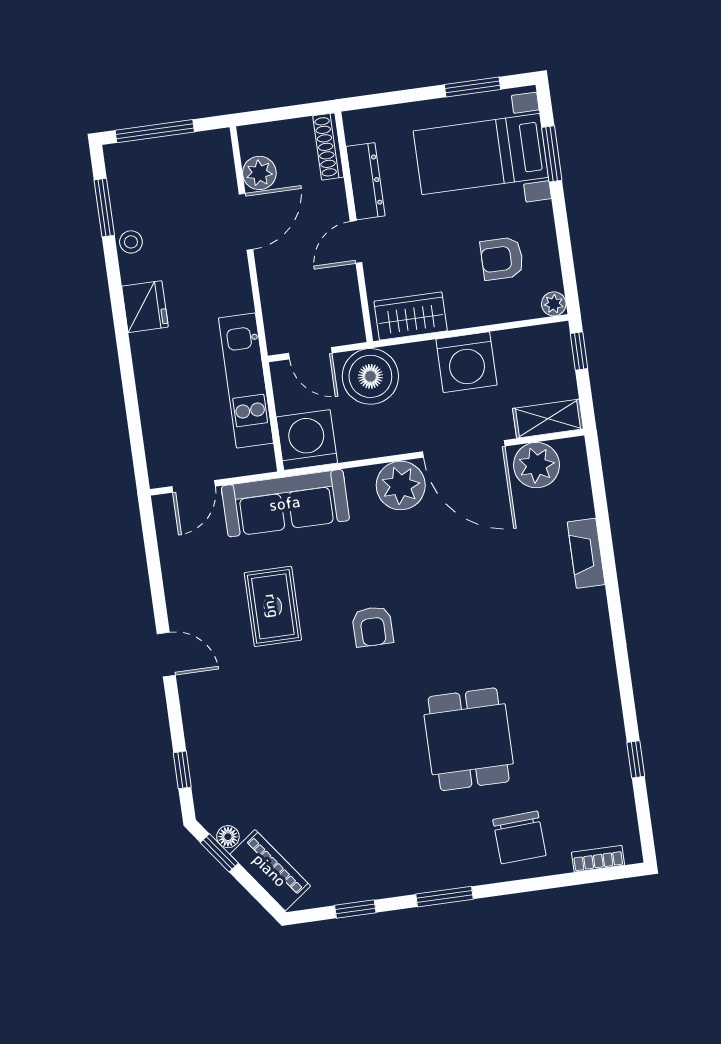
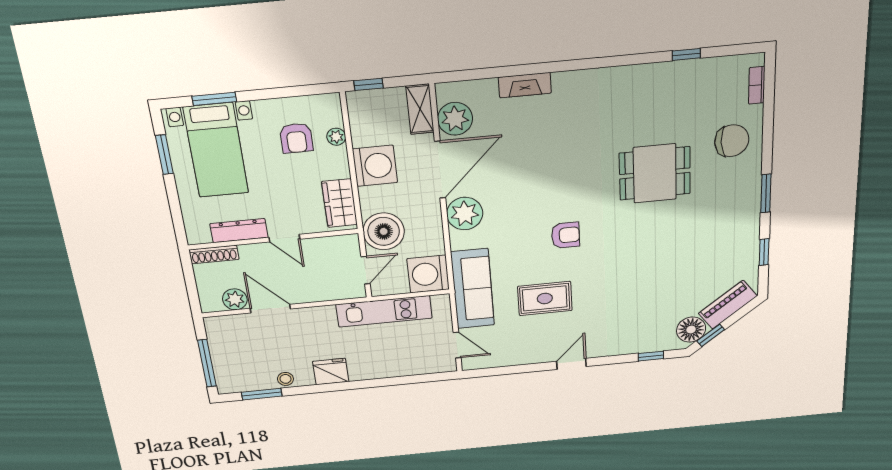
plant: (554, 304) -> (336, 137), moved
floor lamp: (228, 837) -> (691, 330), width x1.89, depth x1.89

